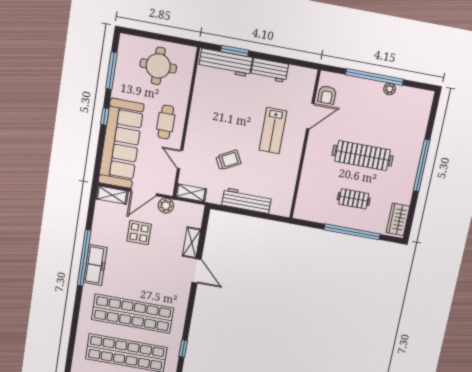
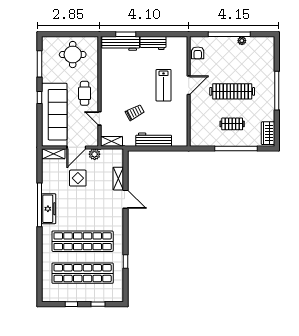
door: (310, 116) -> (189, 85), moved

